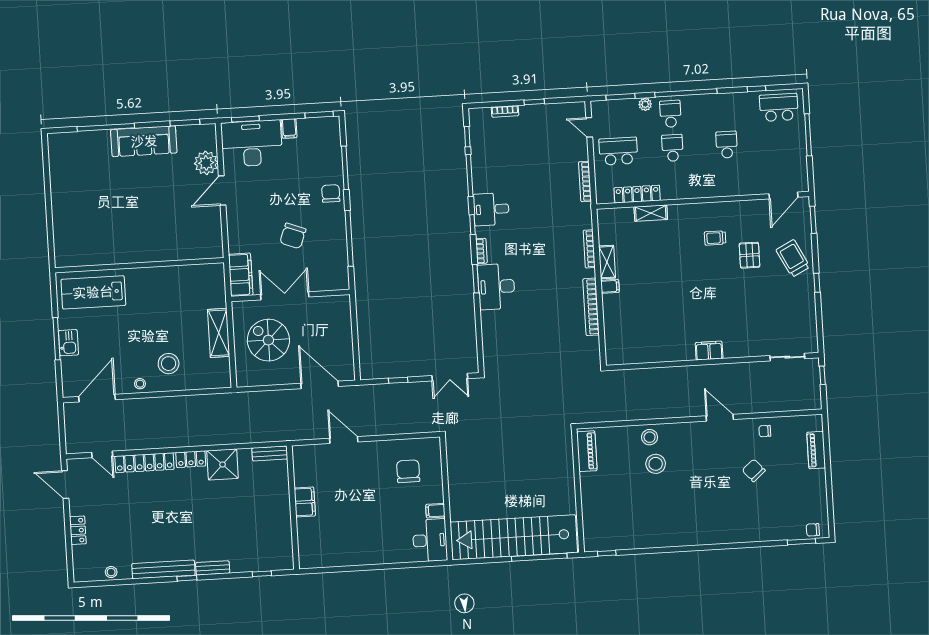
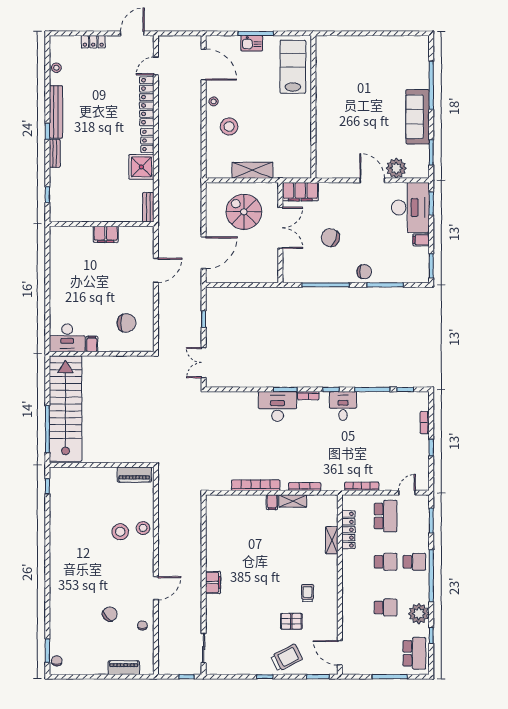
plant: (645, 104) -> (419, 614), moved, width x1.87, depth x1.87
spiral stairs: (268, 340) -> (244, 212), turned -90

